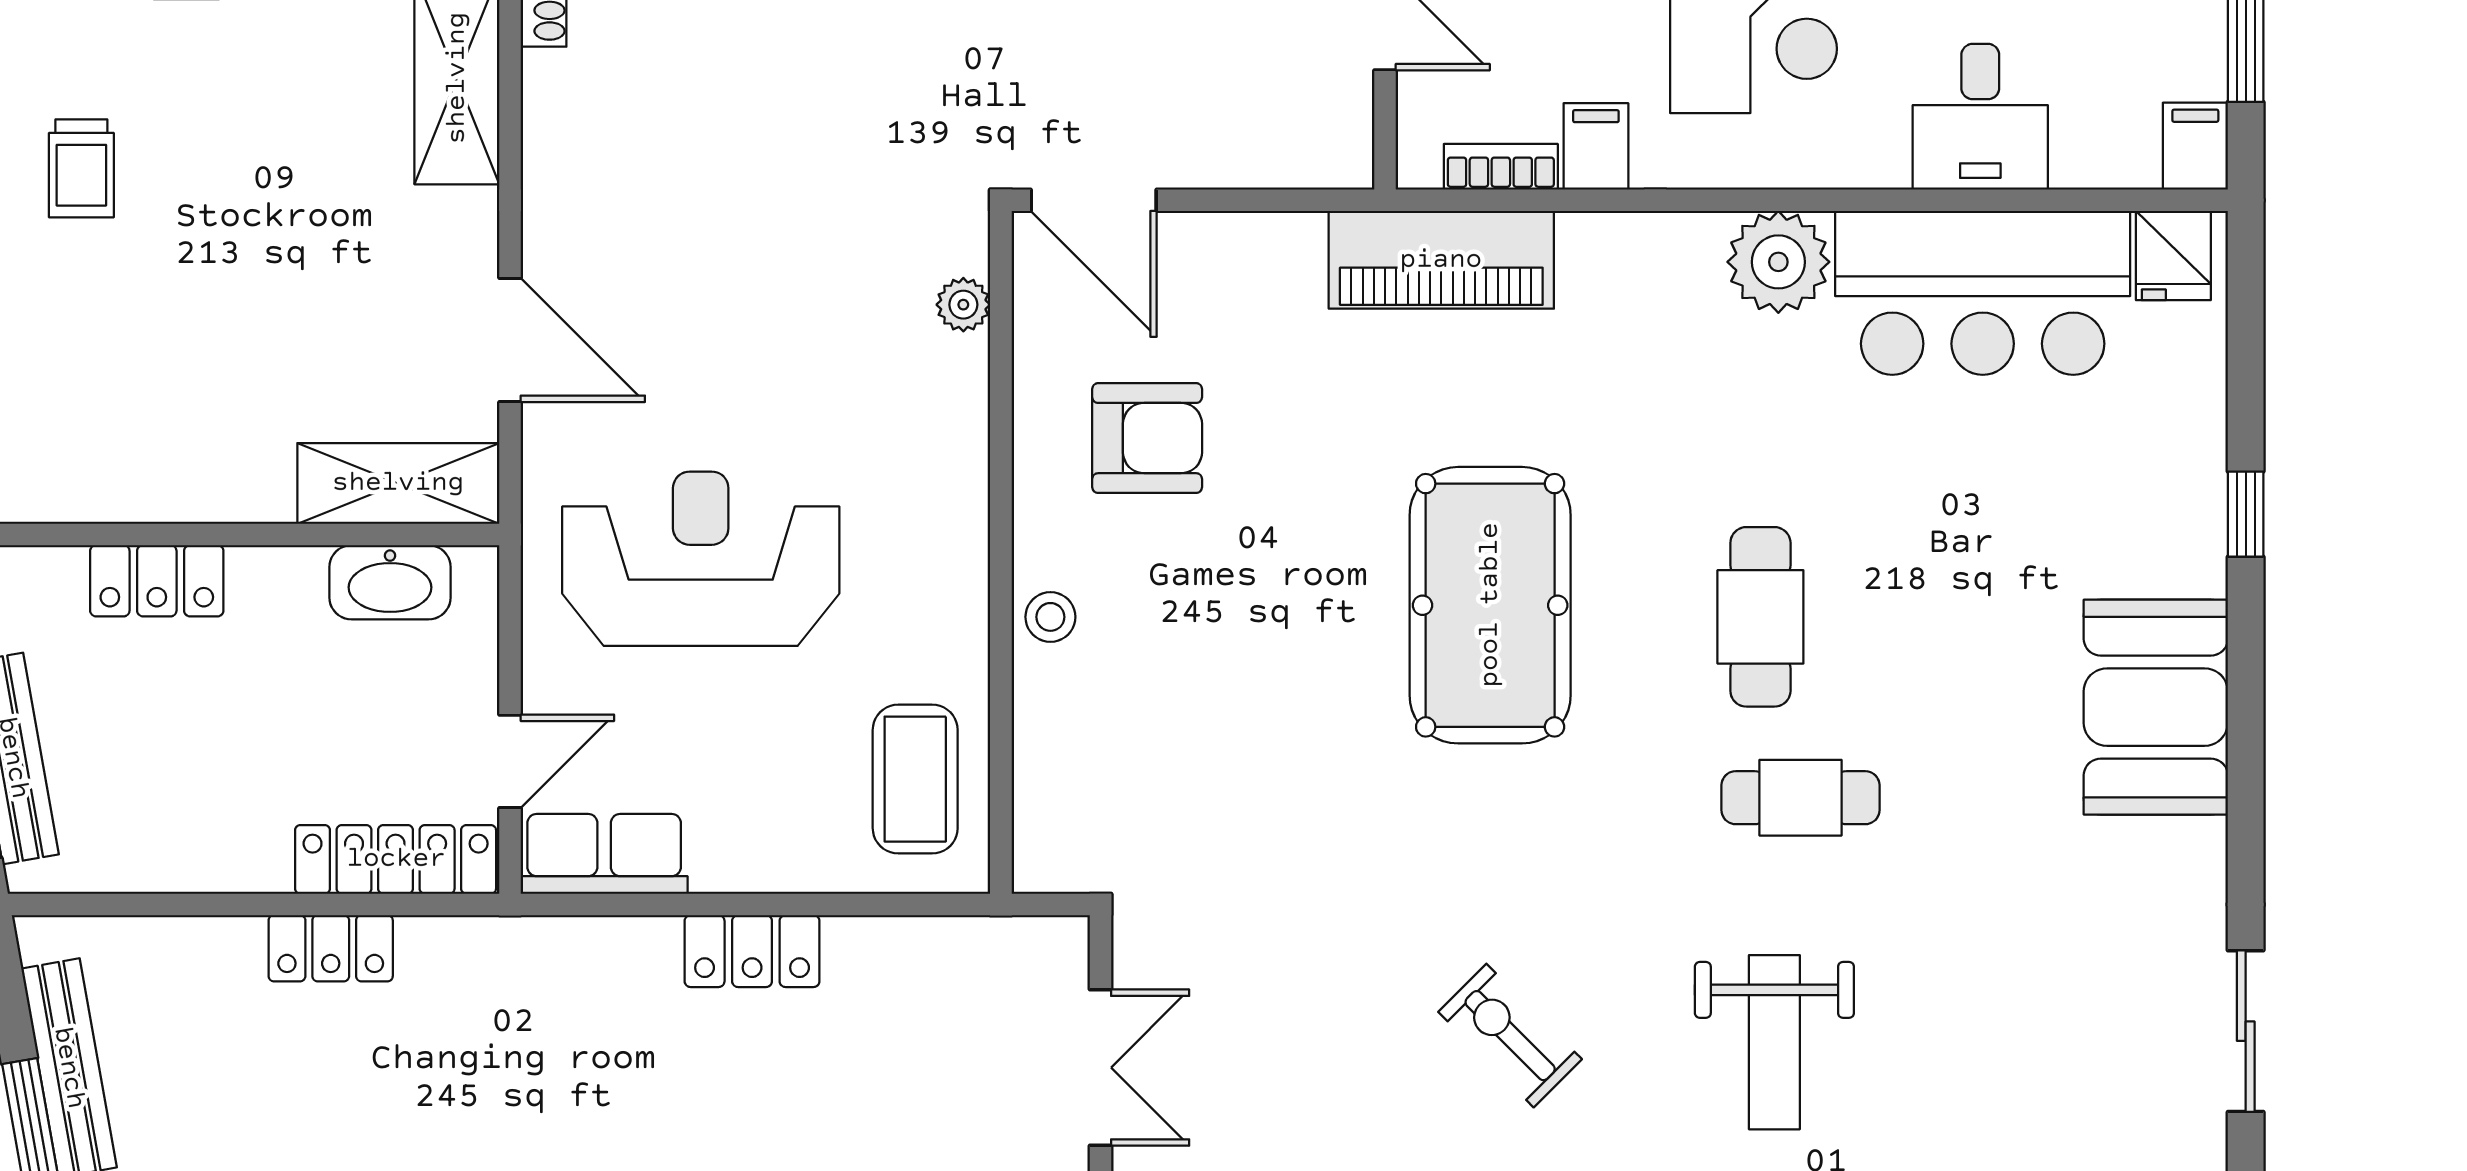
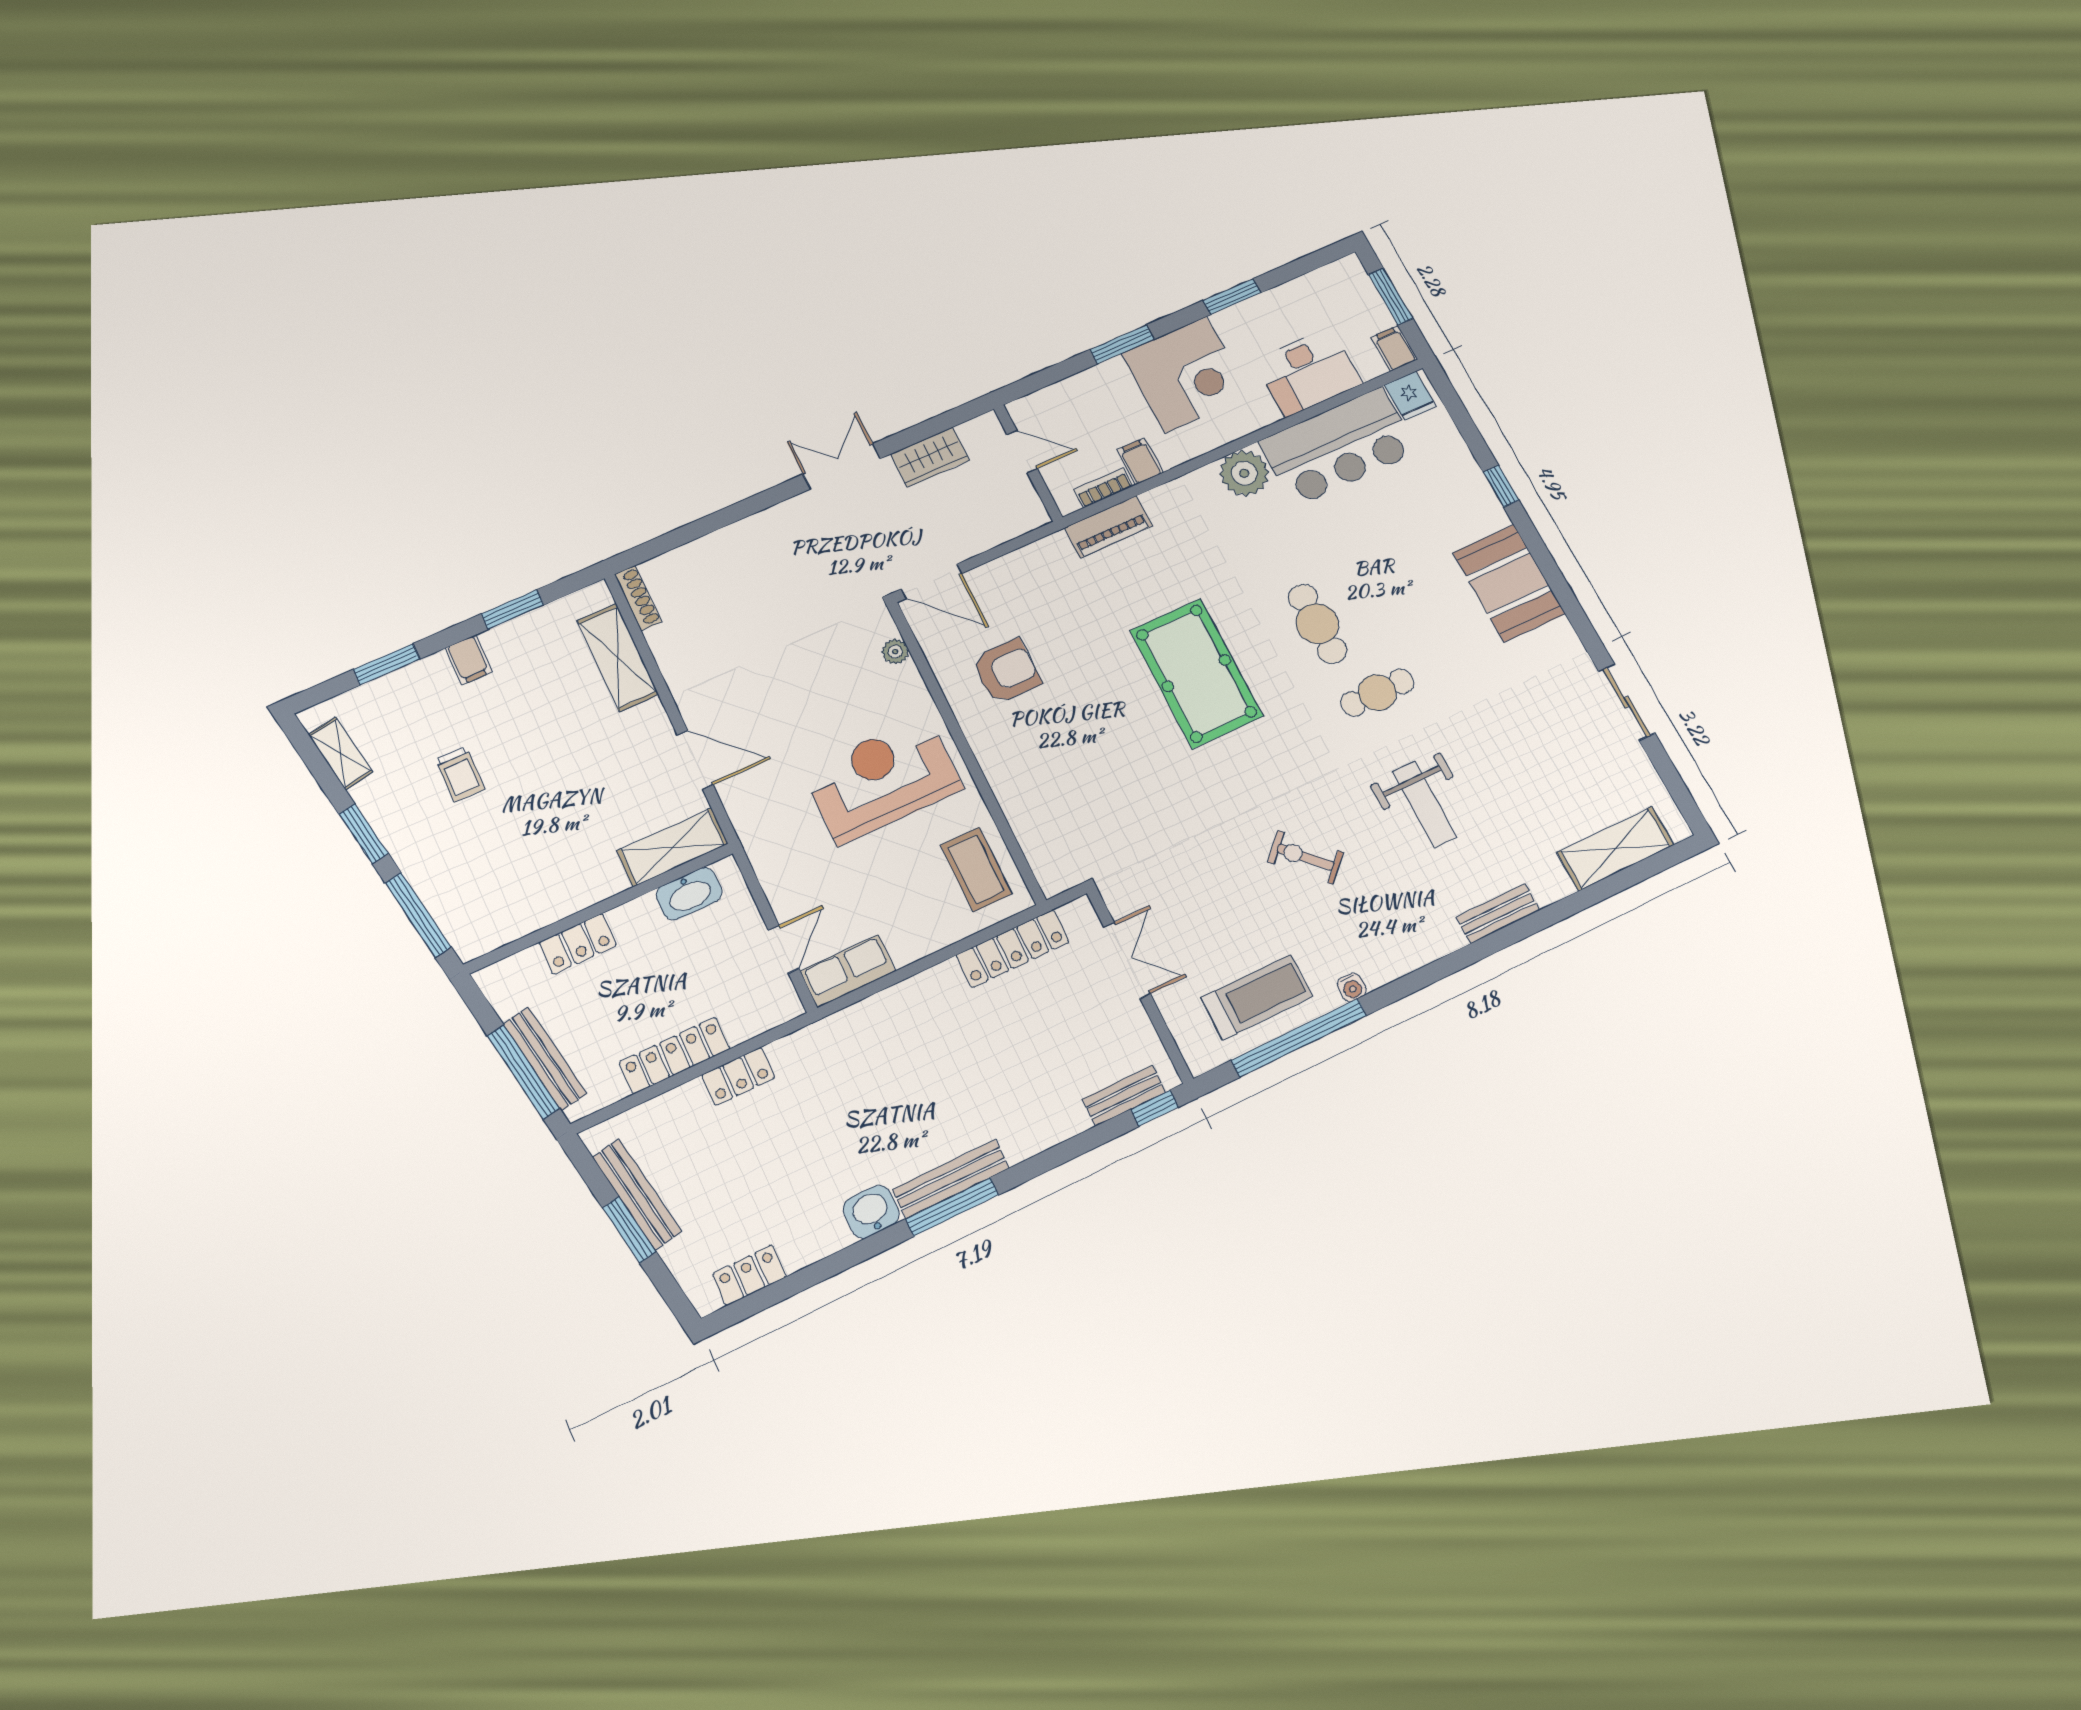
desk: (1980, 117) -> (1308, 372), width x1.37
piano: (1441, 260) -> (1108, 527), width x0.73, depth x0.75
reception desk: (701, 559) -> (883, 779), moved
stool: (1050, 617) -> (1002, 769), removed
locker: (396, 859) -> (675, 1055), moved
locker: (752, 951) -> (1013, 948), moved, width x1.53

